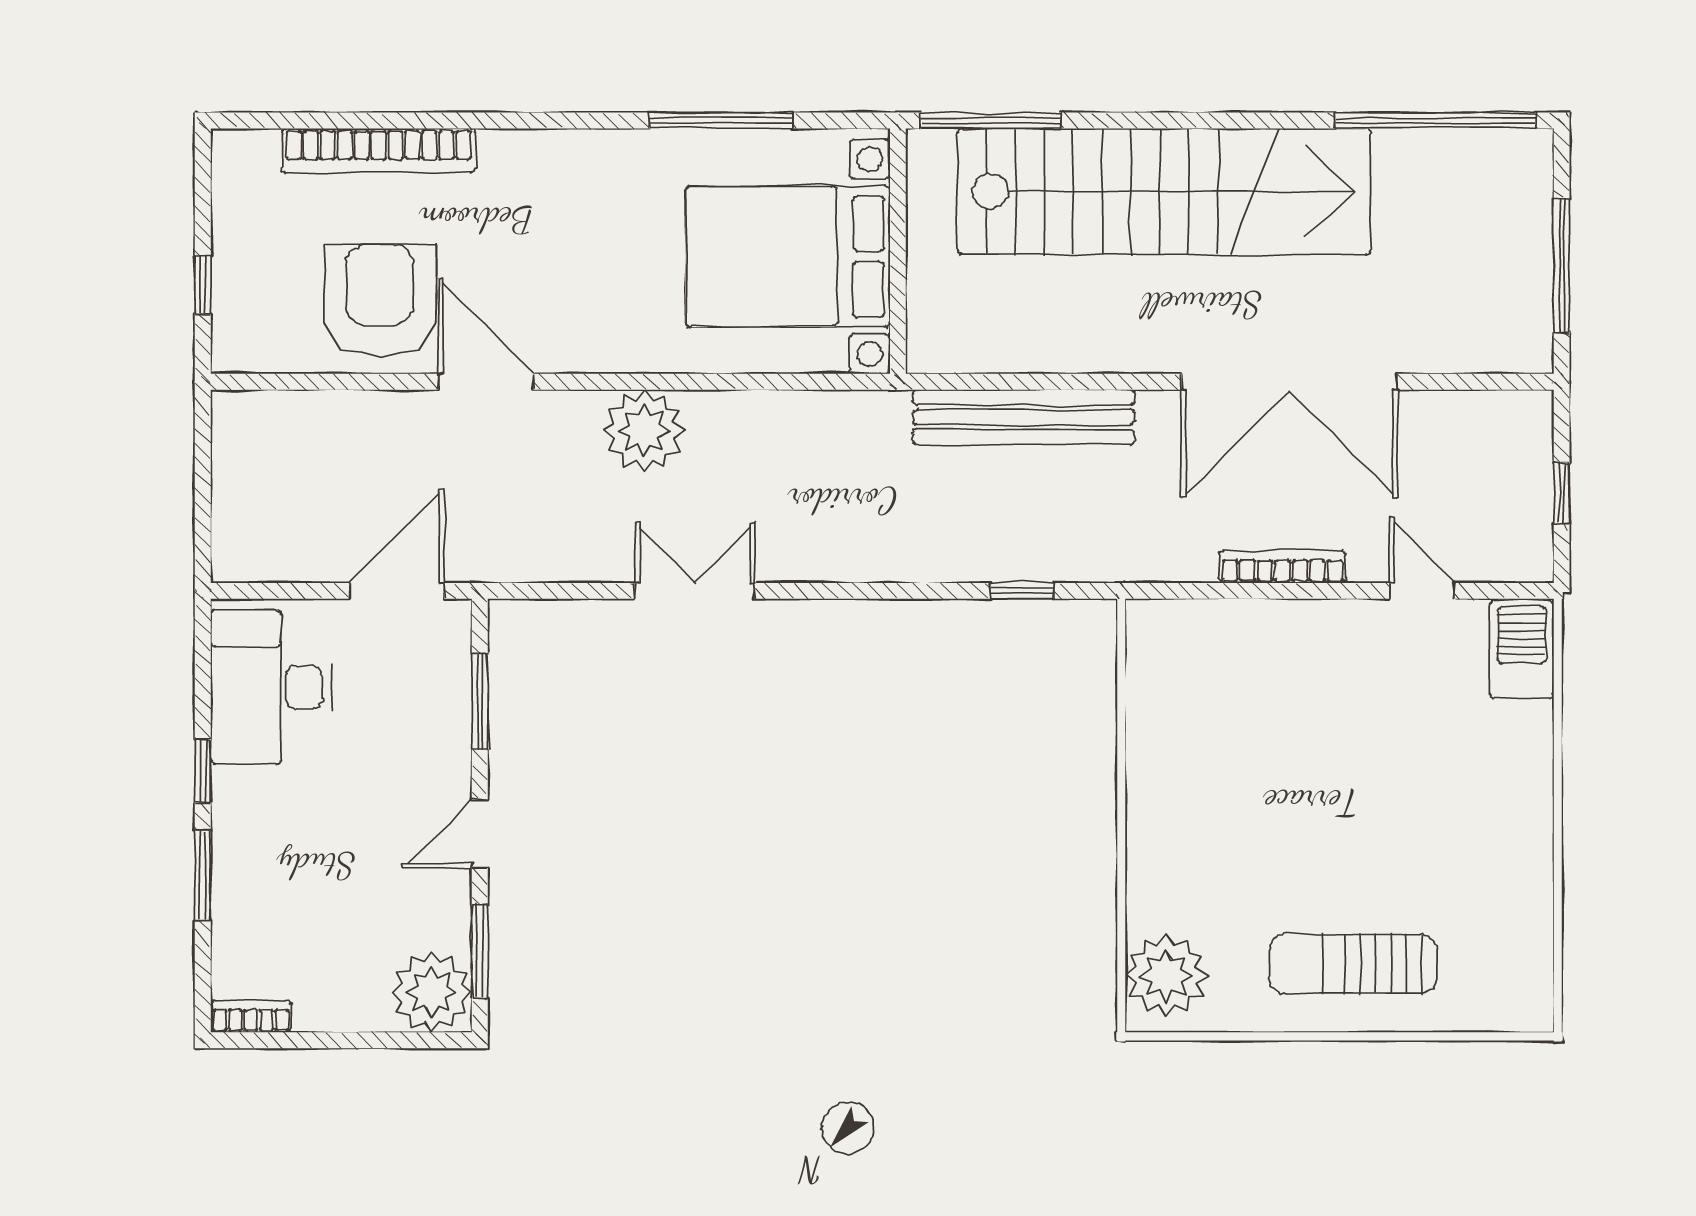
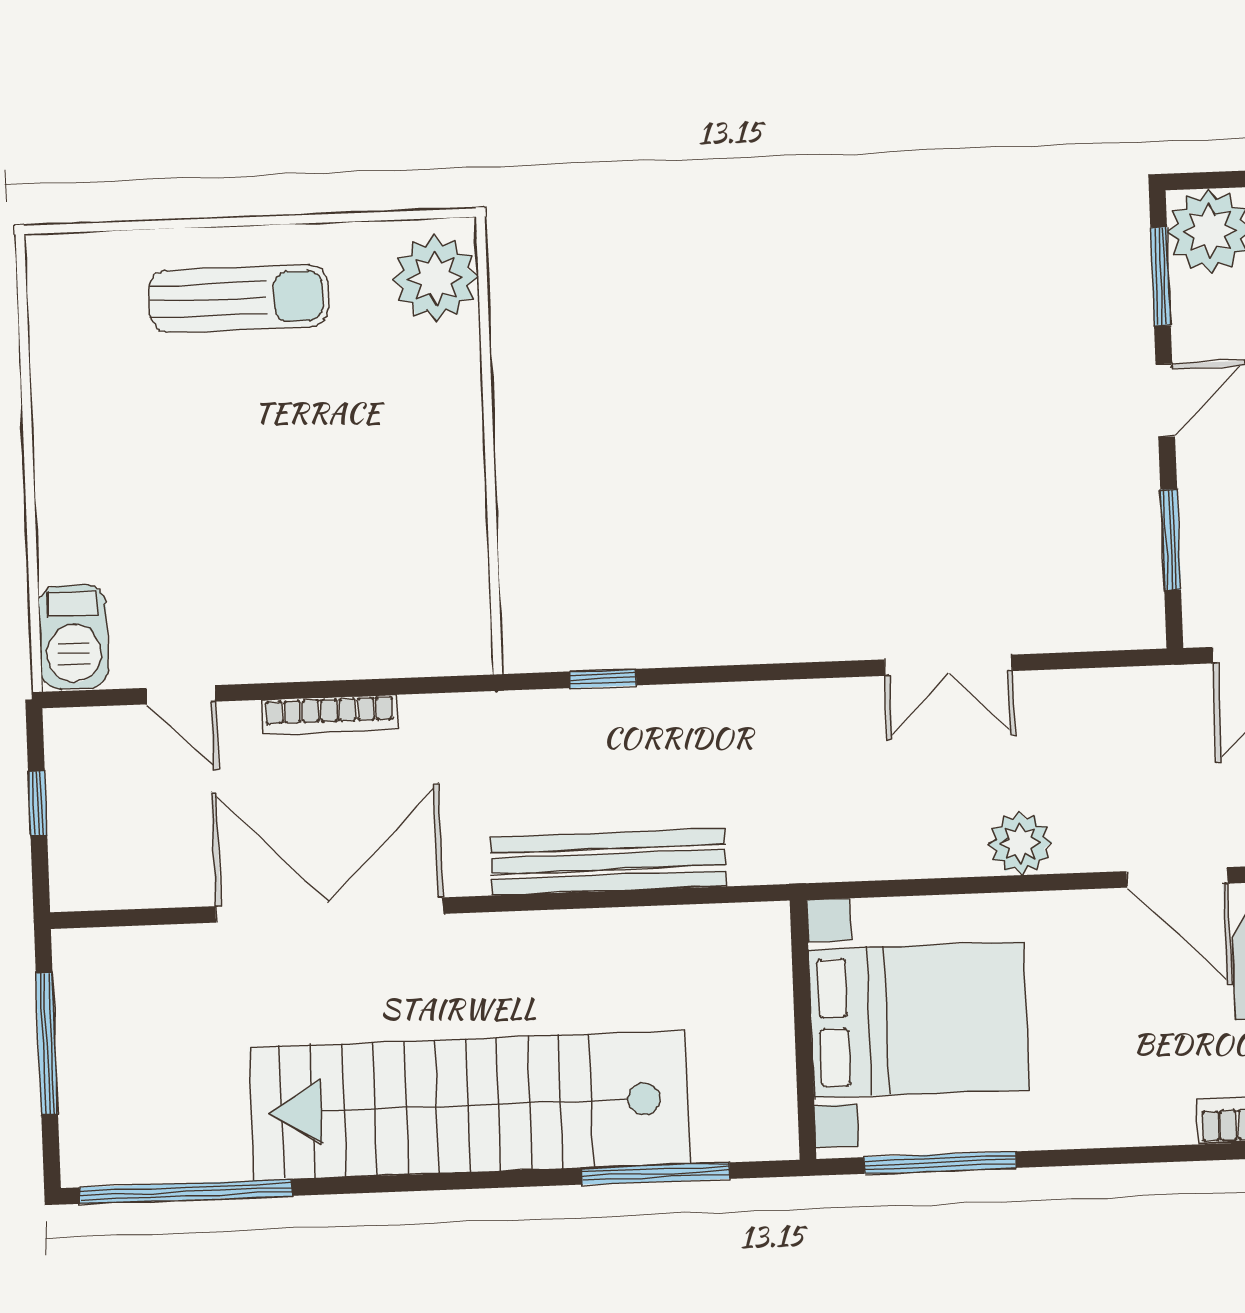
wall: (898, 251) -> (803, 1030), moved
bed with nightstands: (788, 257) -> (919, 1020), moved
plant: (644, 431) -> (1020, 843), width x0.73, depth x0.73

